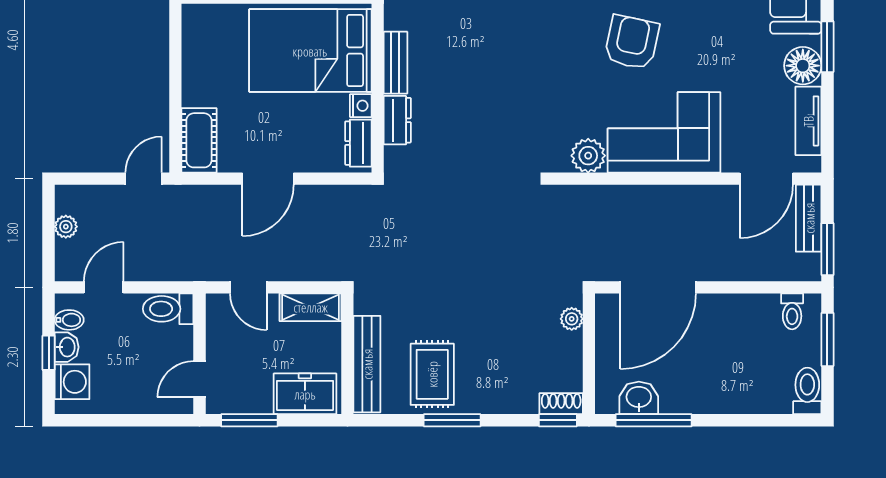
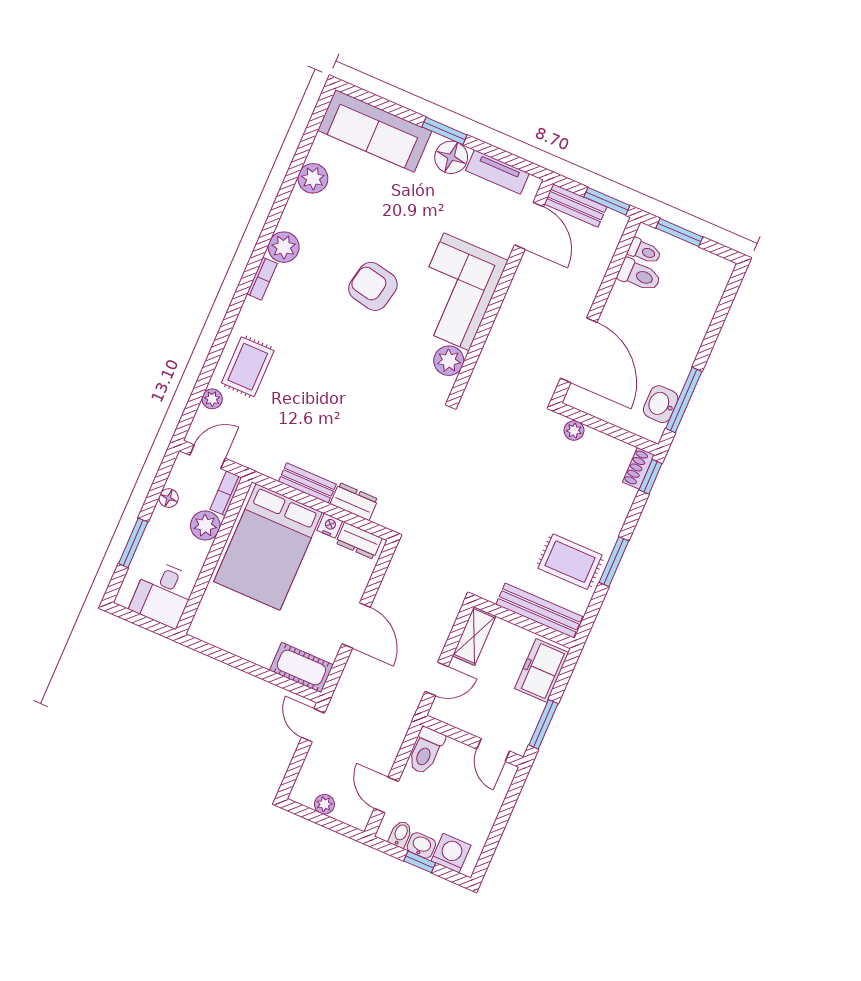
toilet: (807, 391) -> (639, 275), moved, turned 180

